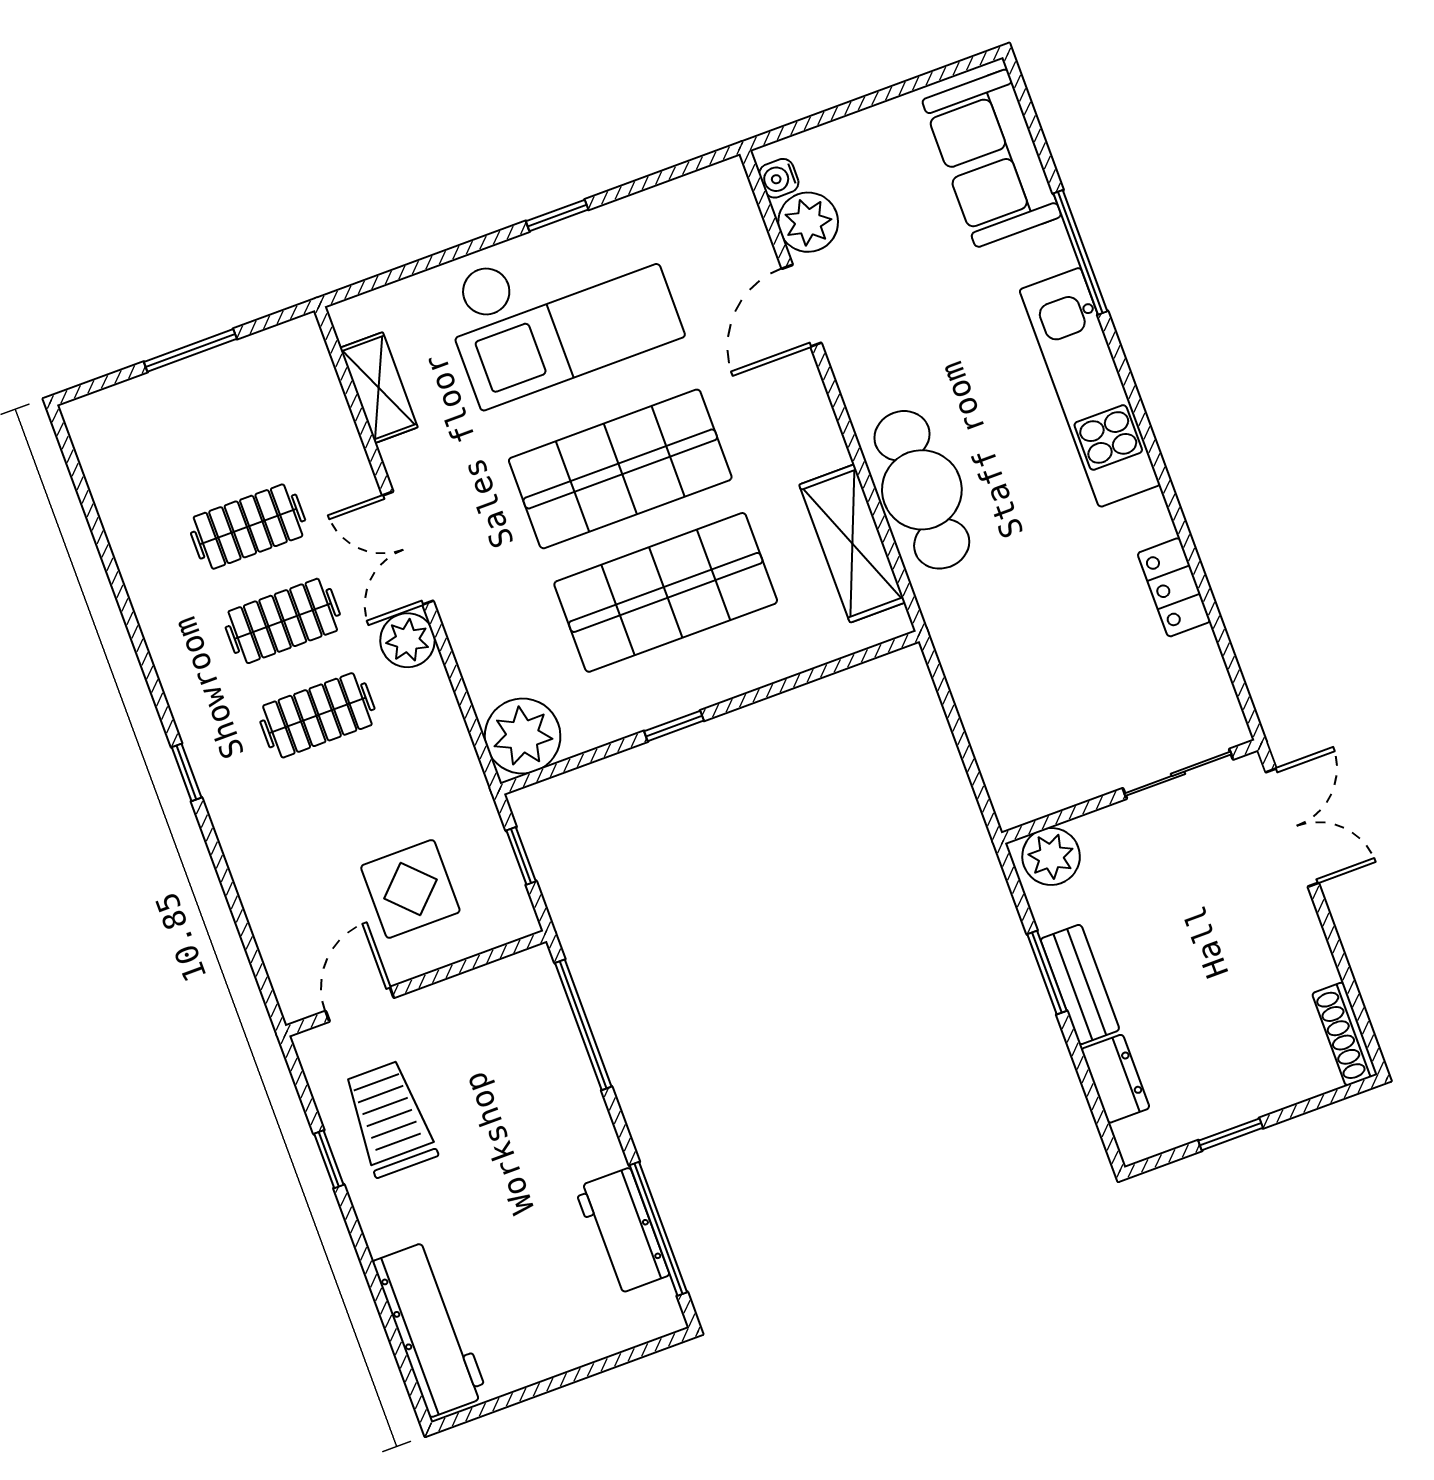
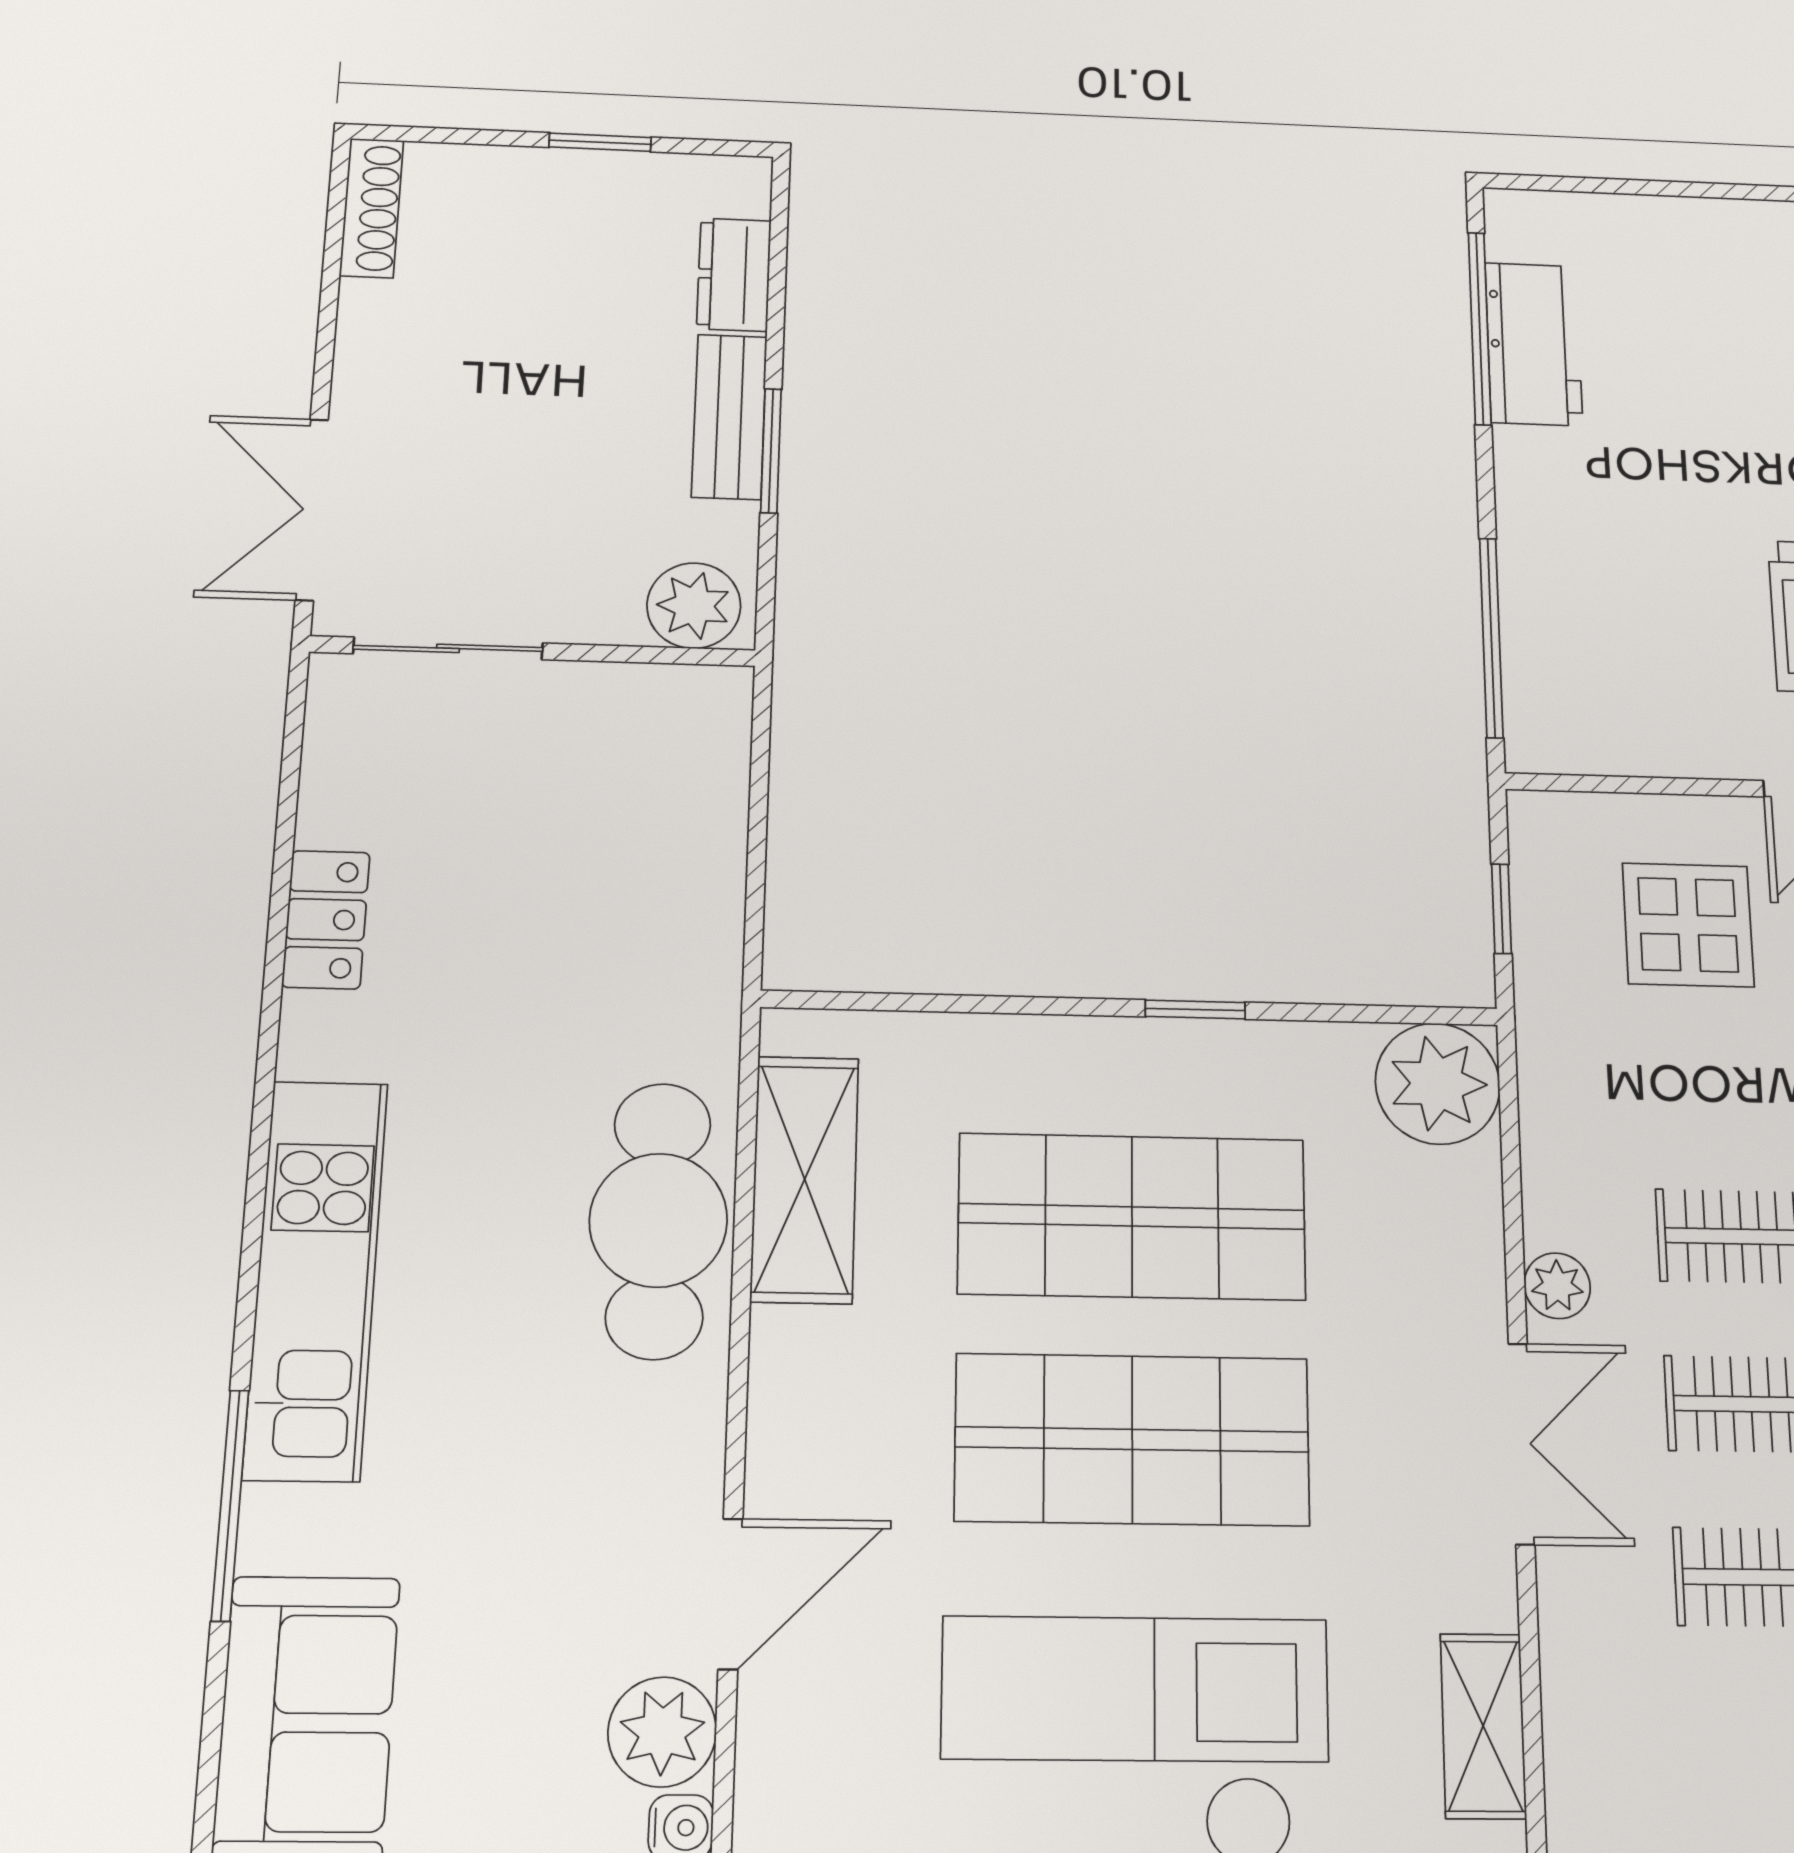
plant: (407, 640) -> (1557, 1286), width x0.73, depth x0.73

